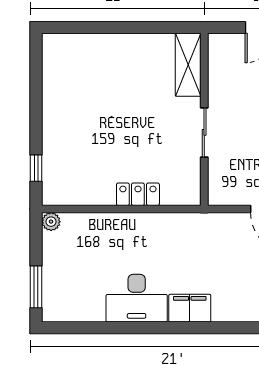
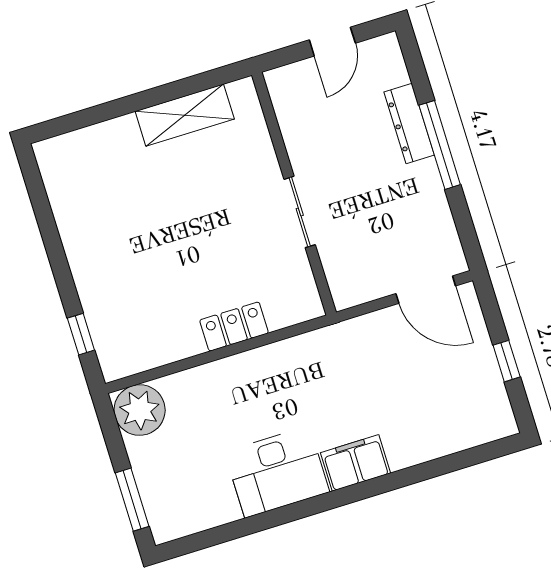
shelving: (188, 65) -> (185, 115), moved, turned 90
plant: (51, 222) -> (140, 410), width x1.87, depth x1.87

